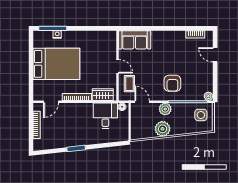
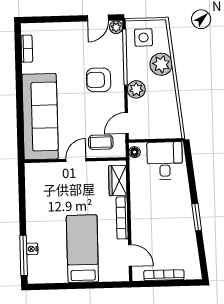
sofa: (135, 40) -> (40, 117), width x1.85, depth x1.27
door: (215, 55) -> (98, 18), moved
bed: (56, 64) -> (82, 249), width x0.67
armchair: (172, 83) -> (99, 80), turned 180
desk: (105, 116) -> (165, 161), moved, turned 90
plant: (163, 129) -> (161, 64), moved

